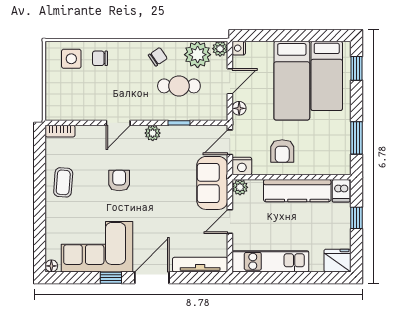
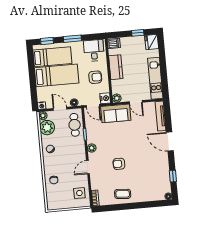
side table: (71, 59) -> (79, 193), moved
cafe table: (179, 86) -> (75, 125), moved
door: (118, 123) -> (88, 167), swing flipped
window: (357, 138) -> (72, 39), moved
desk: (332, 153) -> (94, 50), added
kitchen counter: (297, 191) -> (116, 67), width x0.67
window: (357, 218) -> (138, 33), moved
corner sofa: (97, 247) -> (156, 173), removed
window: (111, 278) -> (173, 176), moved

